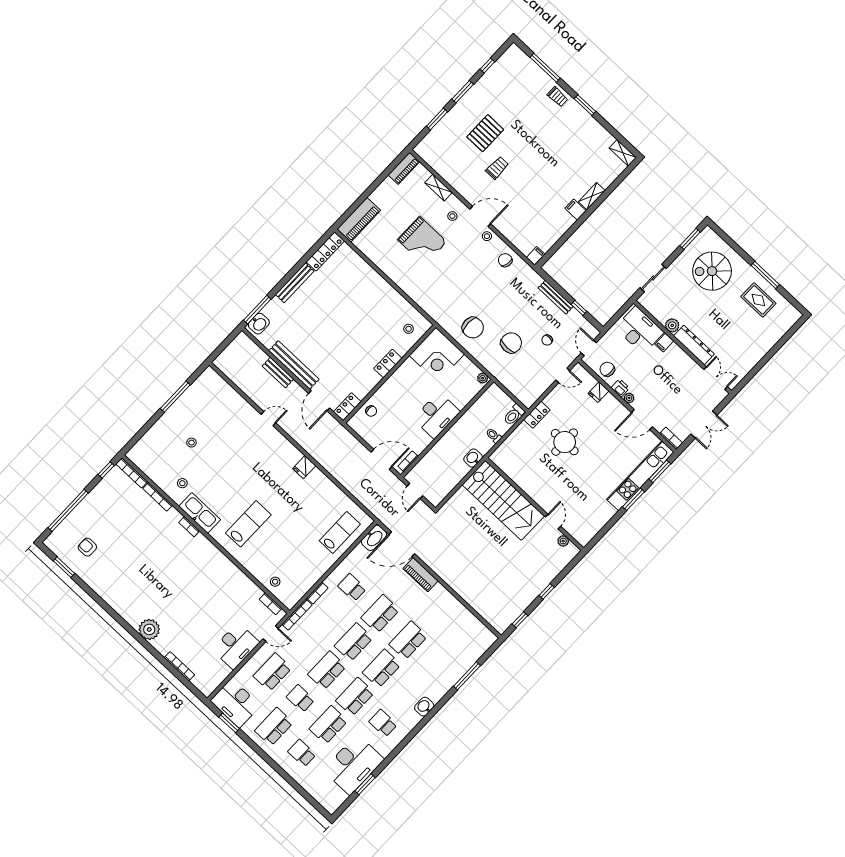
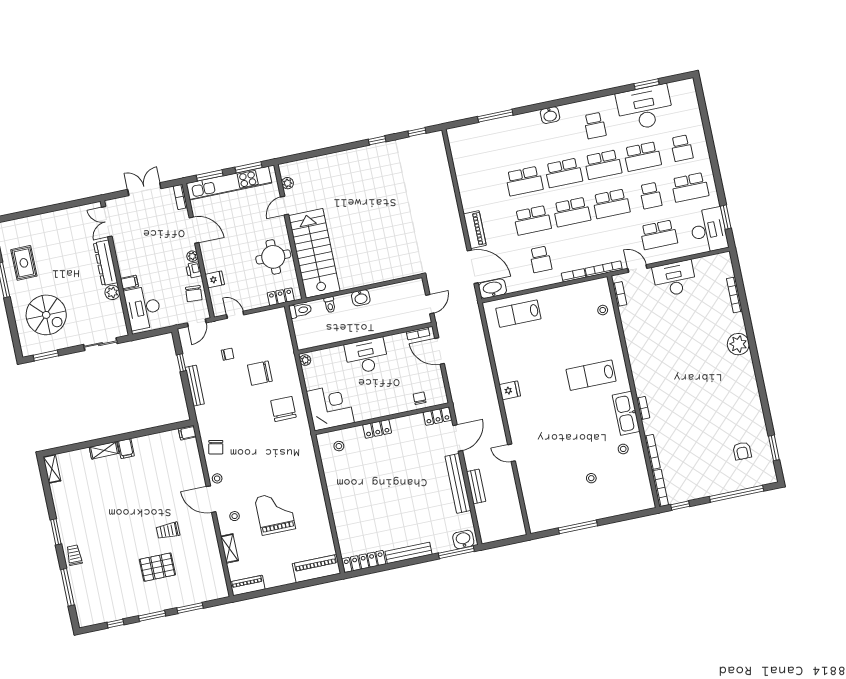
stairs: (503, 500) -> (314, 253), moved
wall: (534, 504) -> (290, 232), moved
door: (553, 522) -> (285, 206), moved
plant: (563, 541) -> (287, 183), moved

